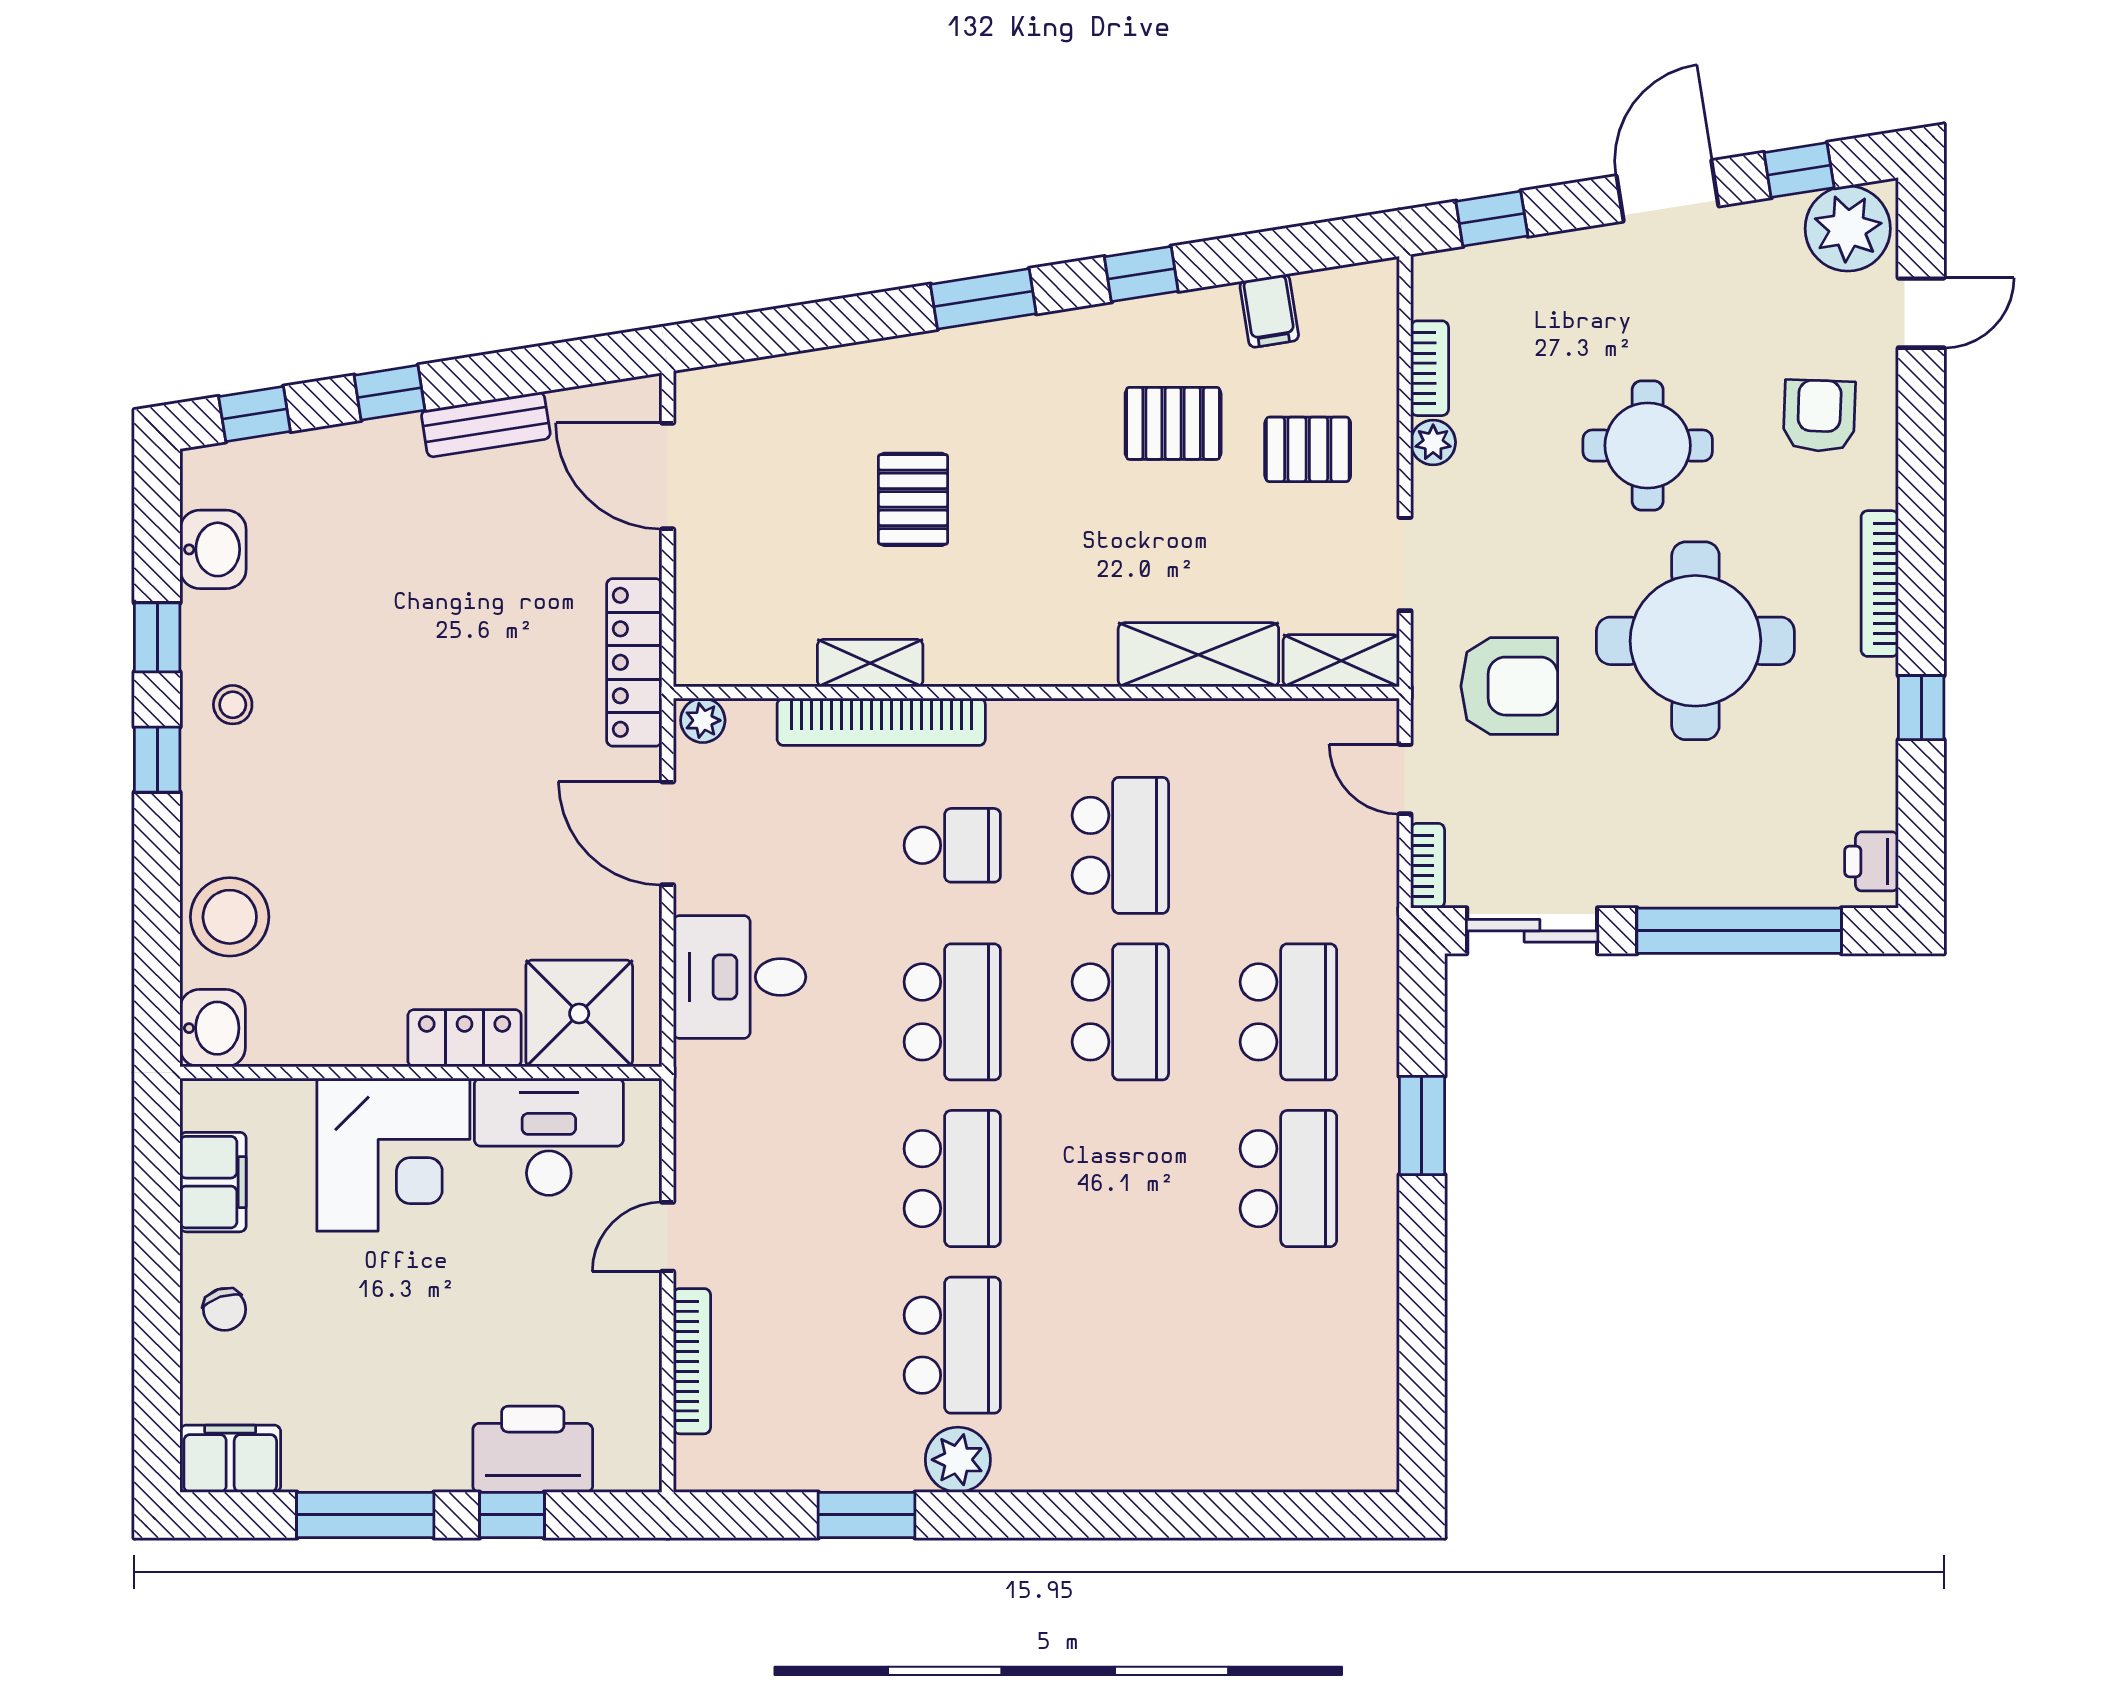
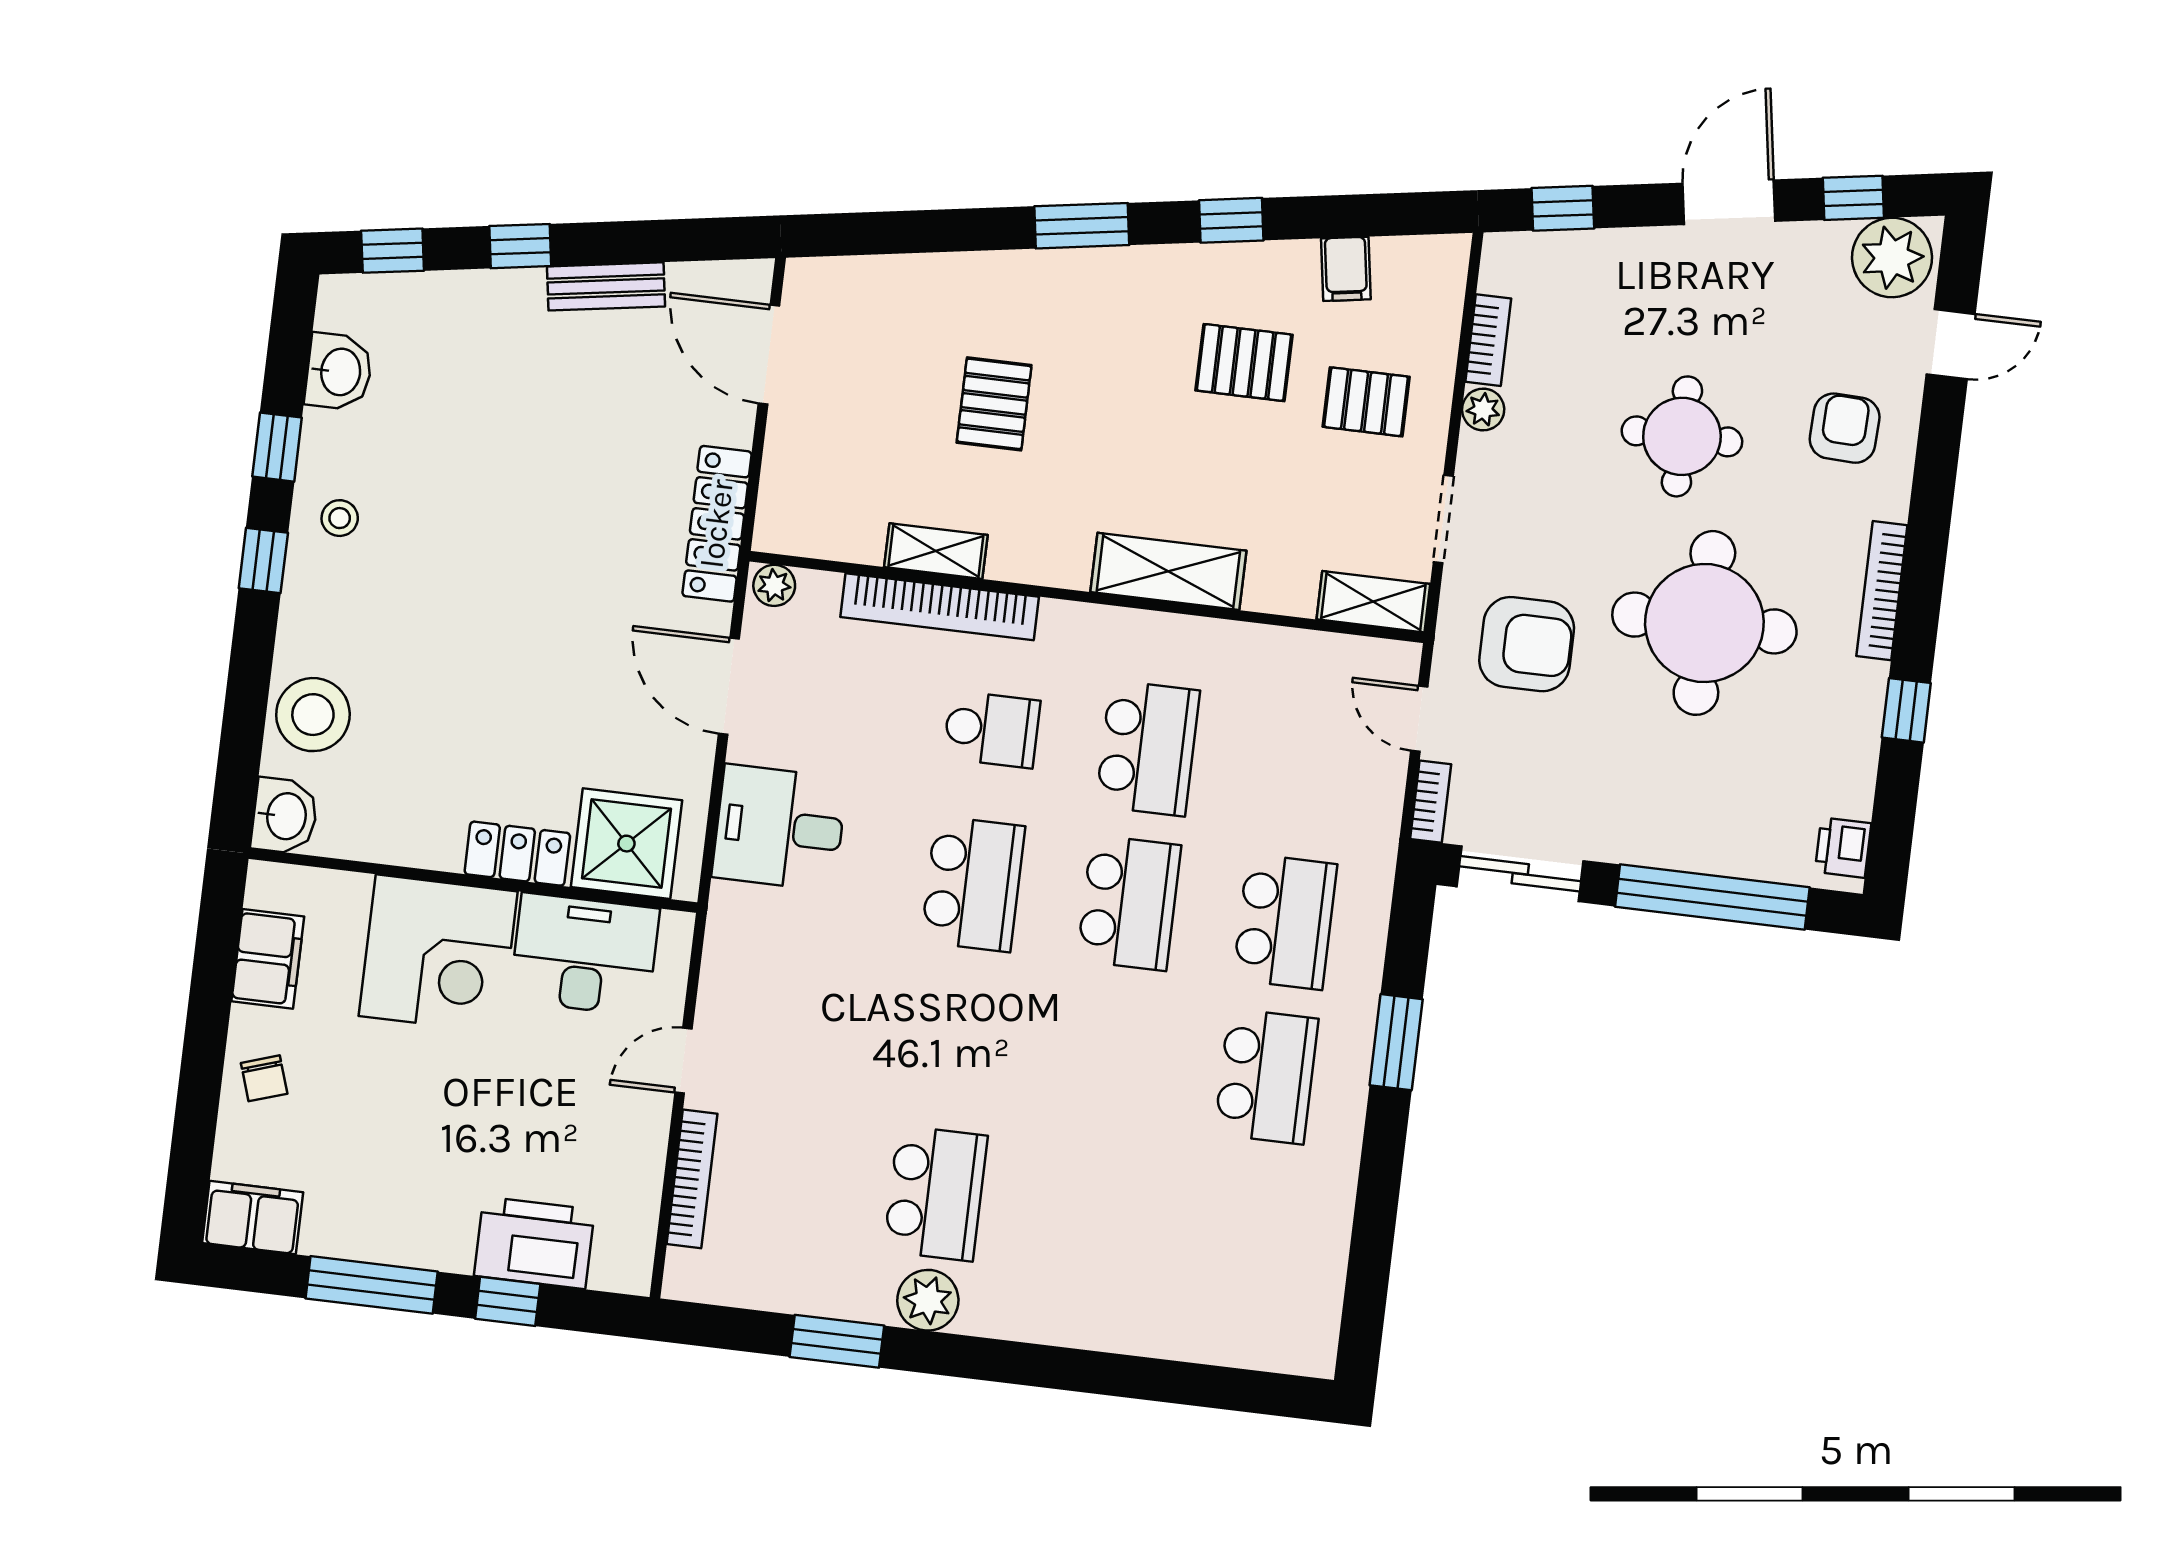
shelving: (1198, 655) -> (1168, 571), moved
school desk: (952, 1179) -> (954, 1039), removed

